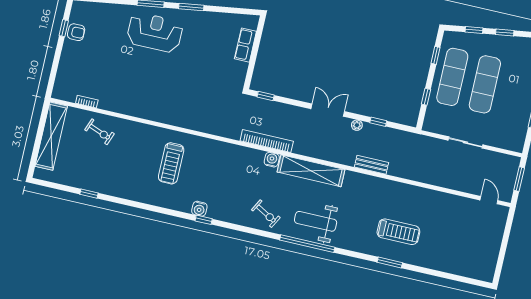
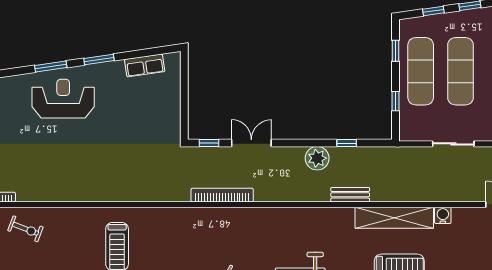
row of seats: (245, 45) -> (145, 65), moved, turned -98
double door: (328, 110) -> (251, 143), moved
plant: (357, 125) -> (317, 158), width x1.87, depth x1.87
water cooler: (272, 160) -> (443, 215), moved
shelving: (311, 171) -> (394, 218), moved

